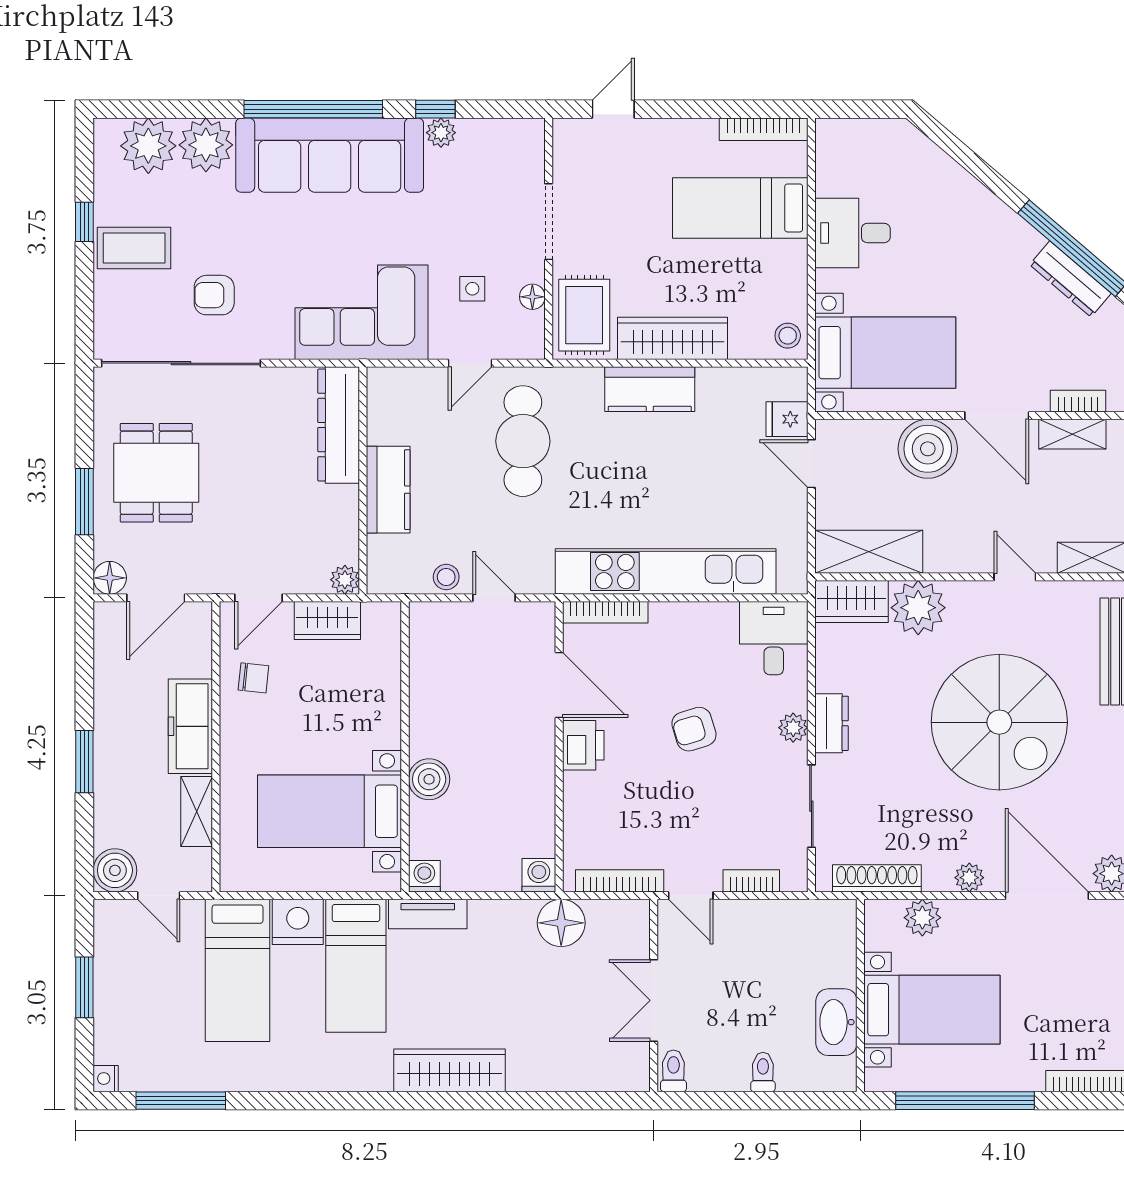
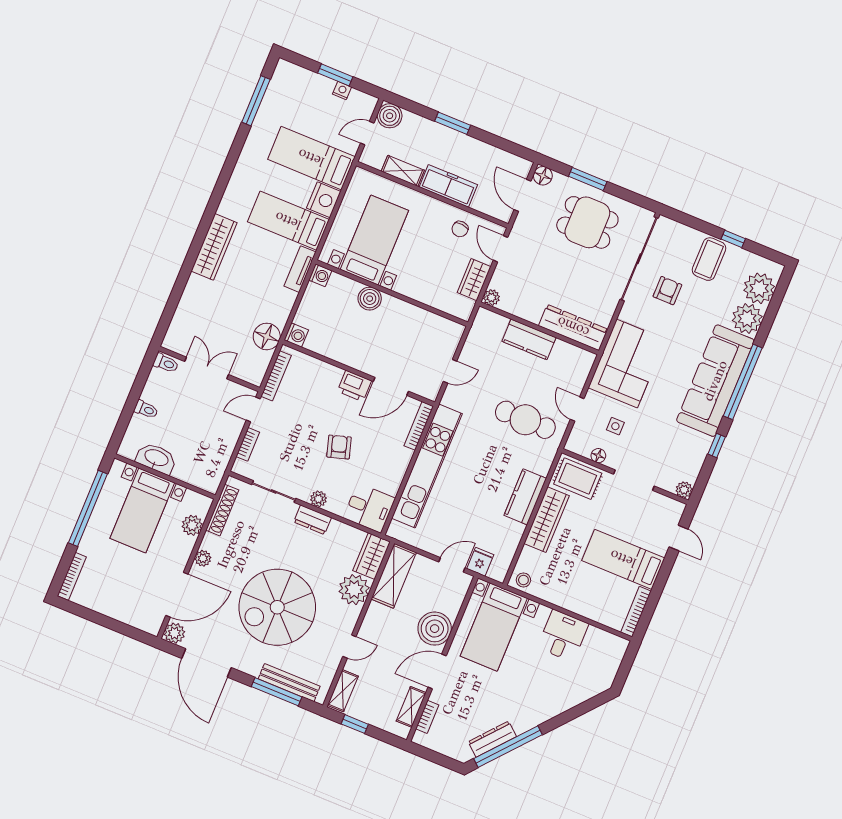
plant: (441, 133) -> (684, 490), moved
bed: (740, 208) -> (623, 559), moved, turned -90
stool: (446, 577) -> (471, 351), removed
nightstand: (106, 1079) -> (342, 91), moved

